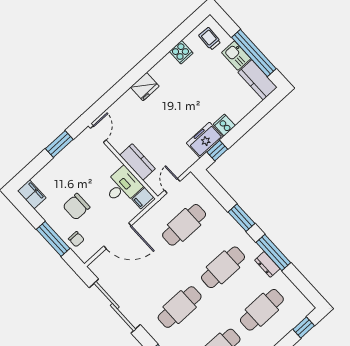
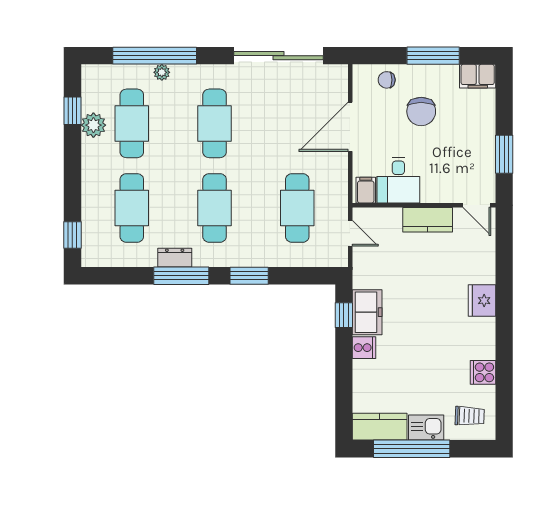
kitchen counter: (138, 162) -> (428, 220), moved
chair: (76, 207) -> (421, 111), turned 180
window: (53, 239) -> (433, 56), moved

